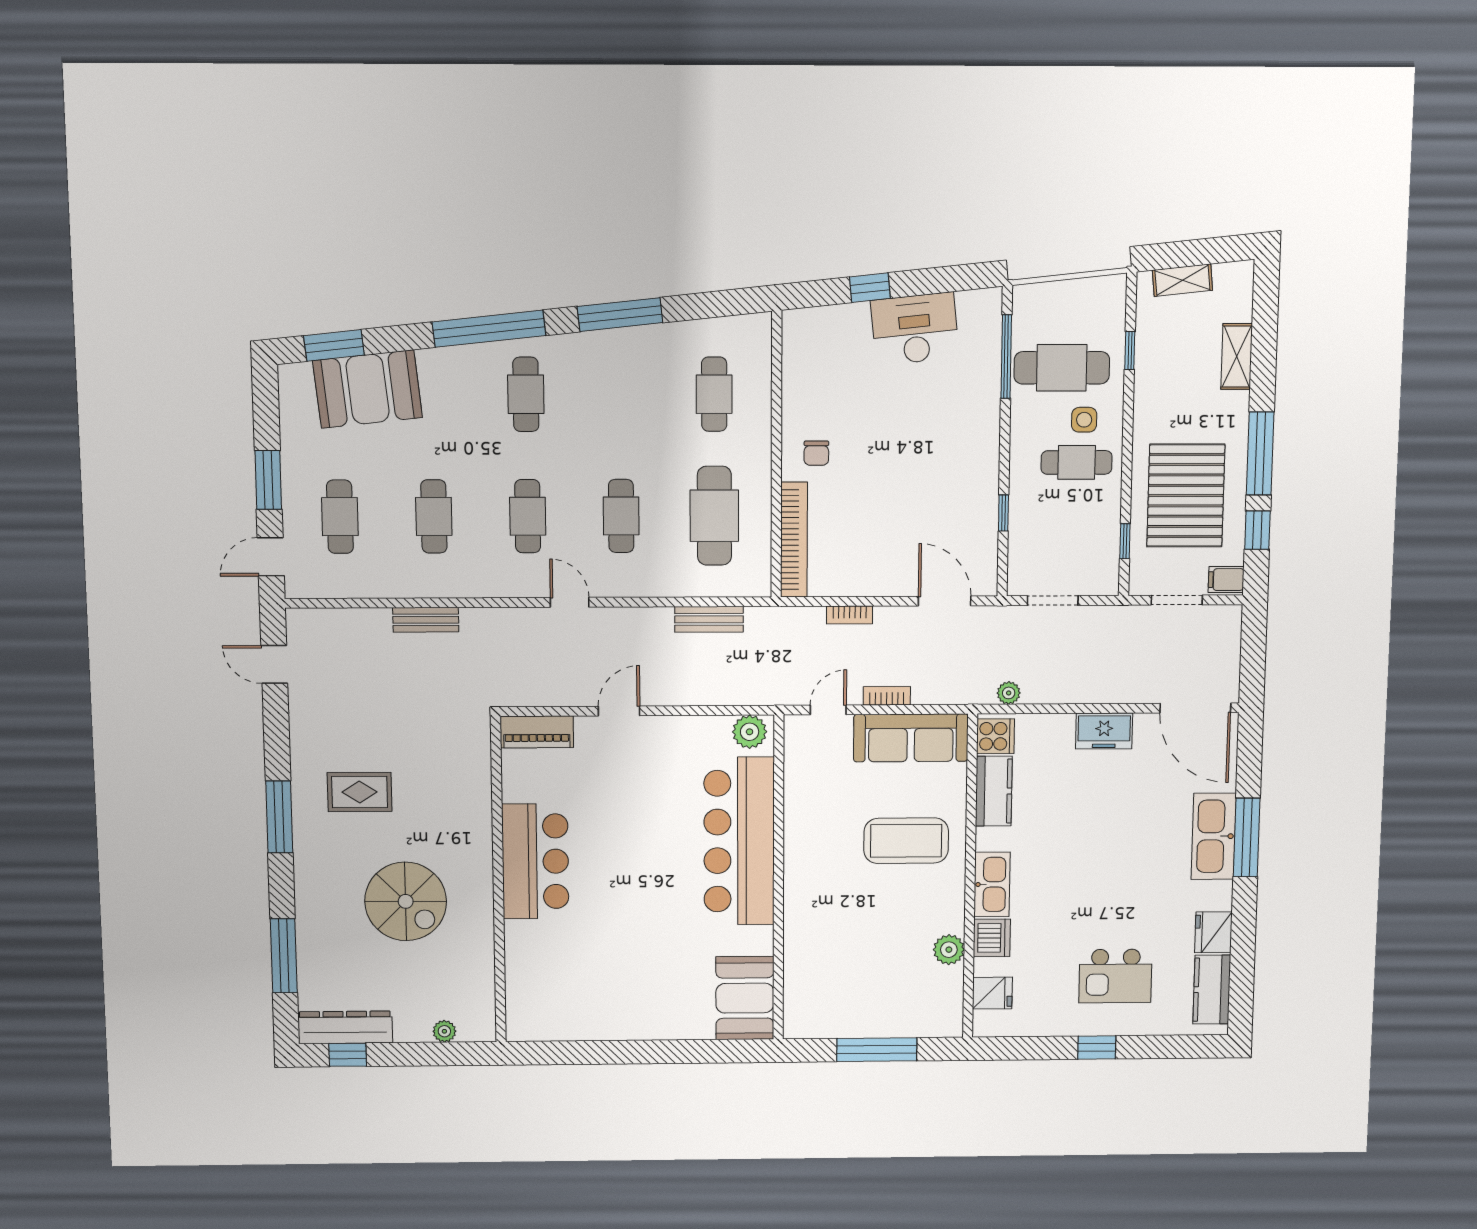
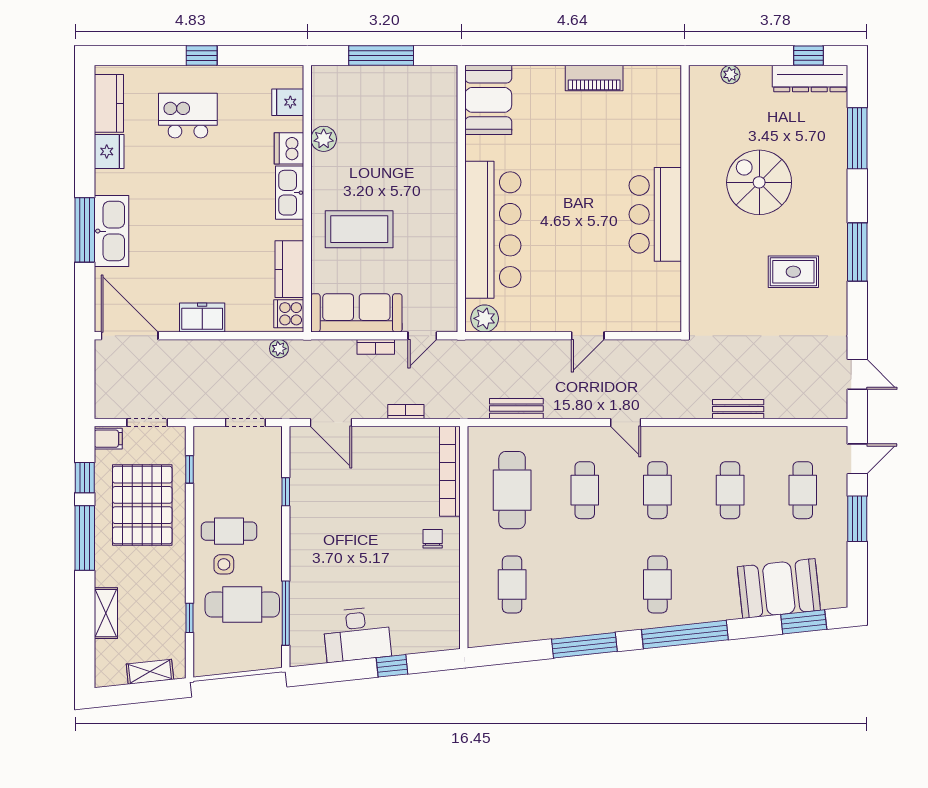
piano: (537, 732) -> (594, 78), moved, turned 180

